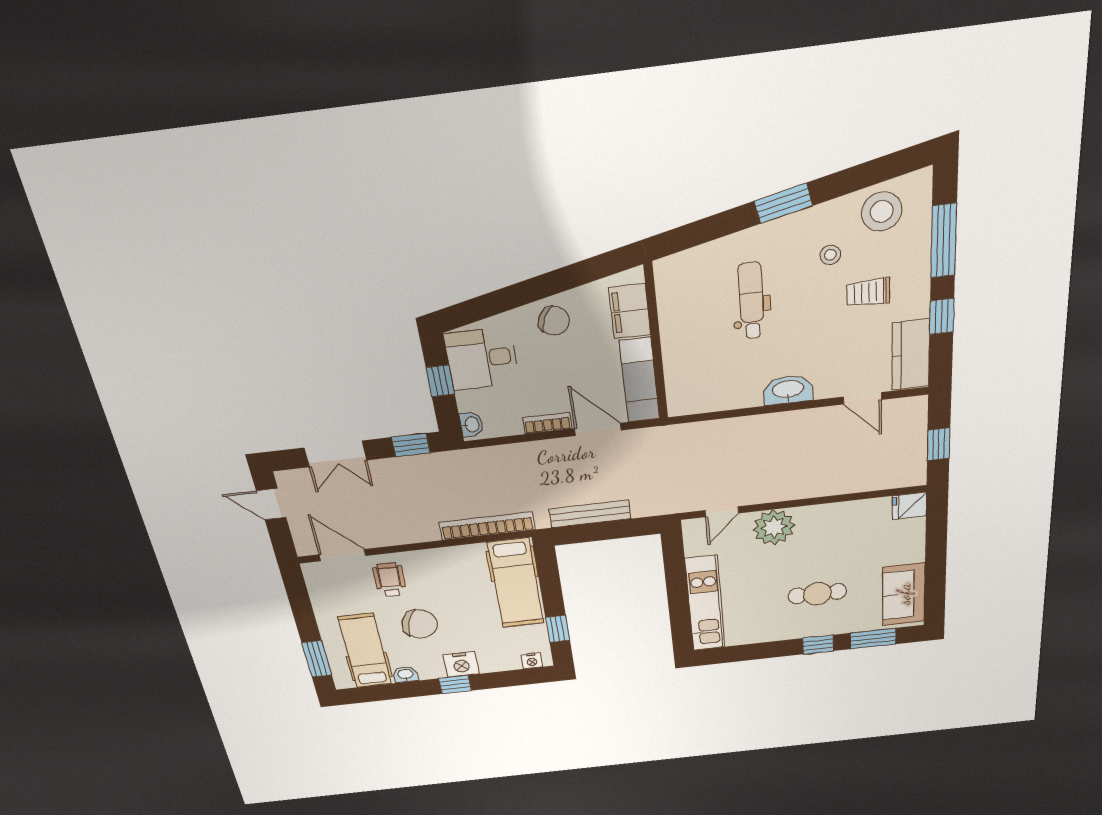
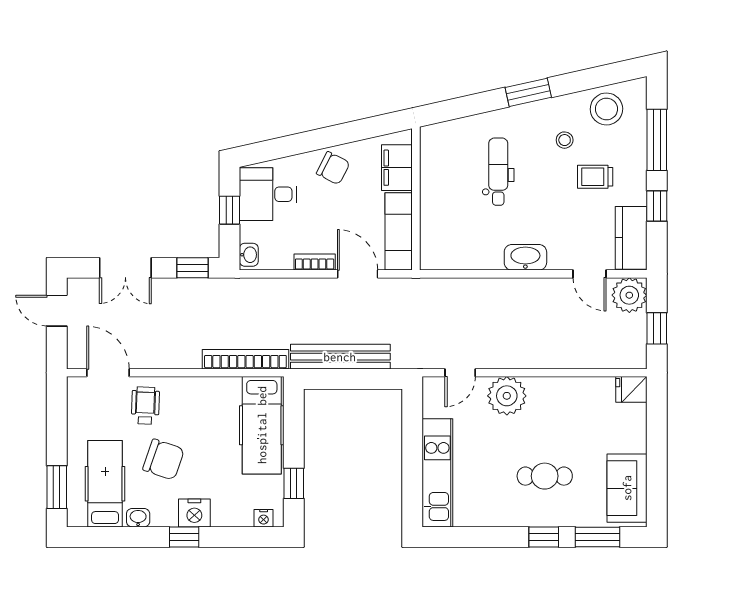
plant: (908, 415) -> (629, 295), added
bench: (590, 514) -> (340, 357), width x1.37, depth x1.21

